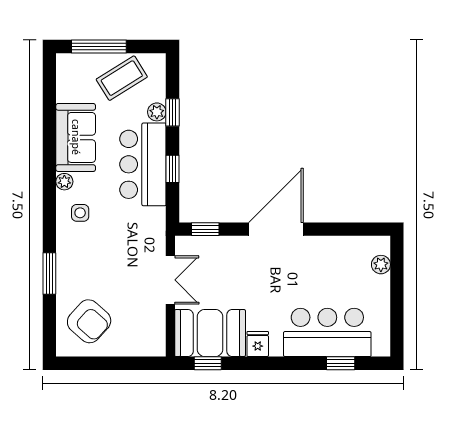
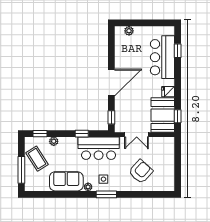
window: (173, 112) -> (40, 134), moved
bar counter: (143, 164) -> (99, 148), moved
door: (276, 229) -> (111, 83), swing flipped
window: (49, 273) -> (106, 194), moved
double door: (170, 280) -> (137, 135), swing flipped
armchair: (89, 321) -> (141, 172), moved

